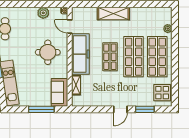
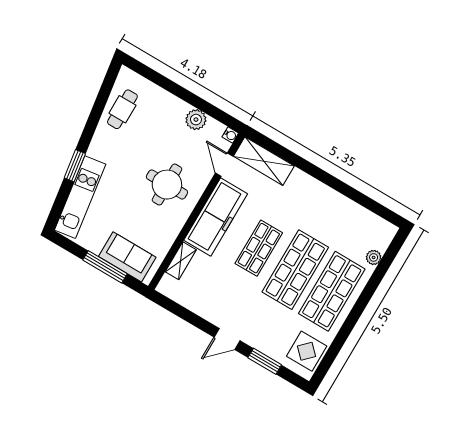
shelving: (113, 13) -> (264, 161), moved
sofa: (59, 92) -> (127, 257), moved, turned 90

